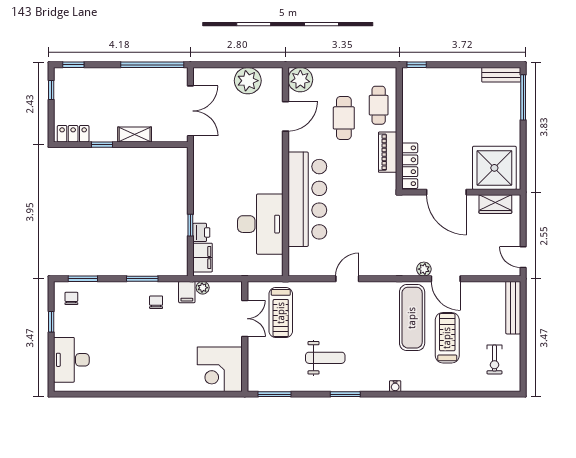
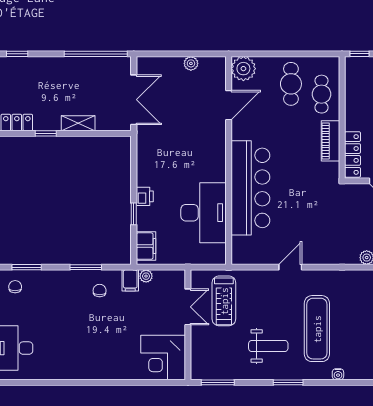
plant: (248, 81) -> (191, 63), width x0.53, depth x0.53
cafe table: (344, 118) -> (291, 84), moved
printer: (201, 232) -> (145, 196), moved
exercise mat: (412, 318) -> (317, 329), moved

